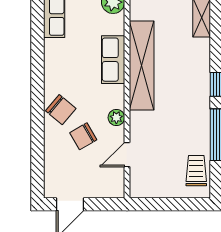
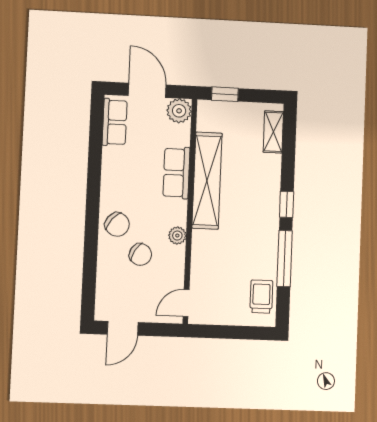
chair: (83, 136) -> (140, 254), turned -119
door: (127, 155) -> (186, 303), moved

